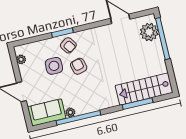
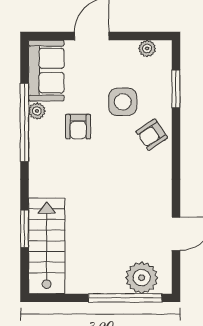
window: (62, 33) -> (176, 89), moved
armchair: (79, 66) -> (78, 127), moved, turned 105
window: (138, 104) -> (25, 229), width x0.69

